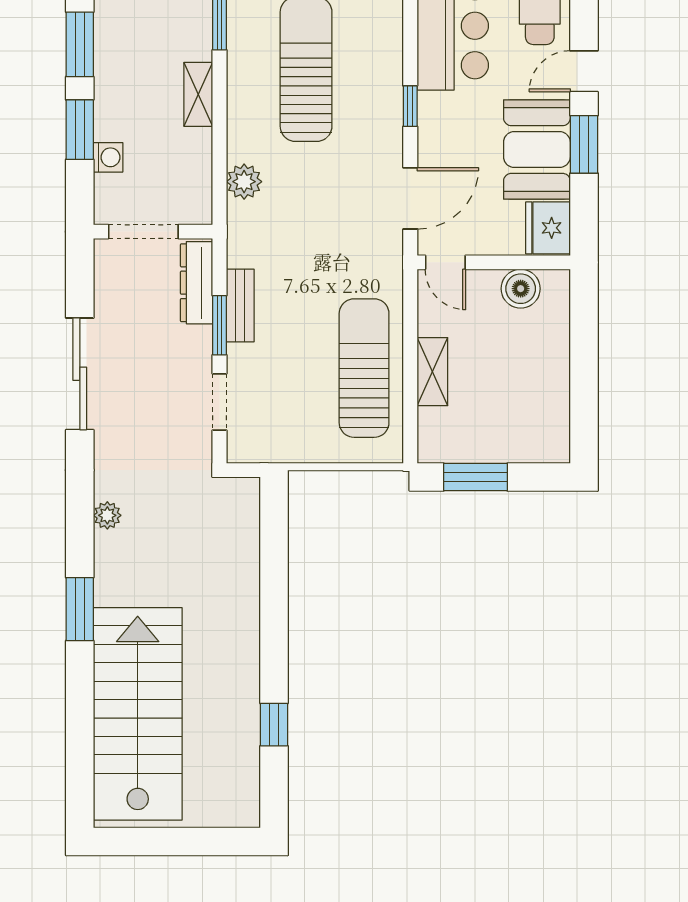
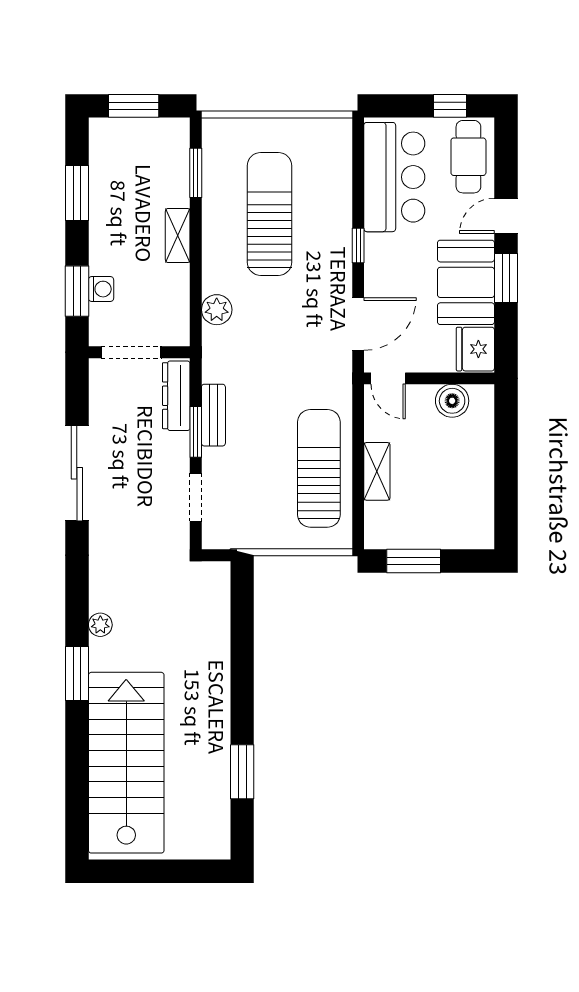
window: (80, 130) -> (77, 291), moved
plant: (107, 515) -> (100, 625), moved
window: (274, 725) -> (242, 772), width x1.50

